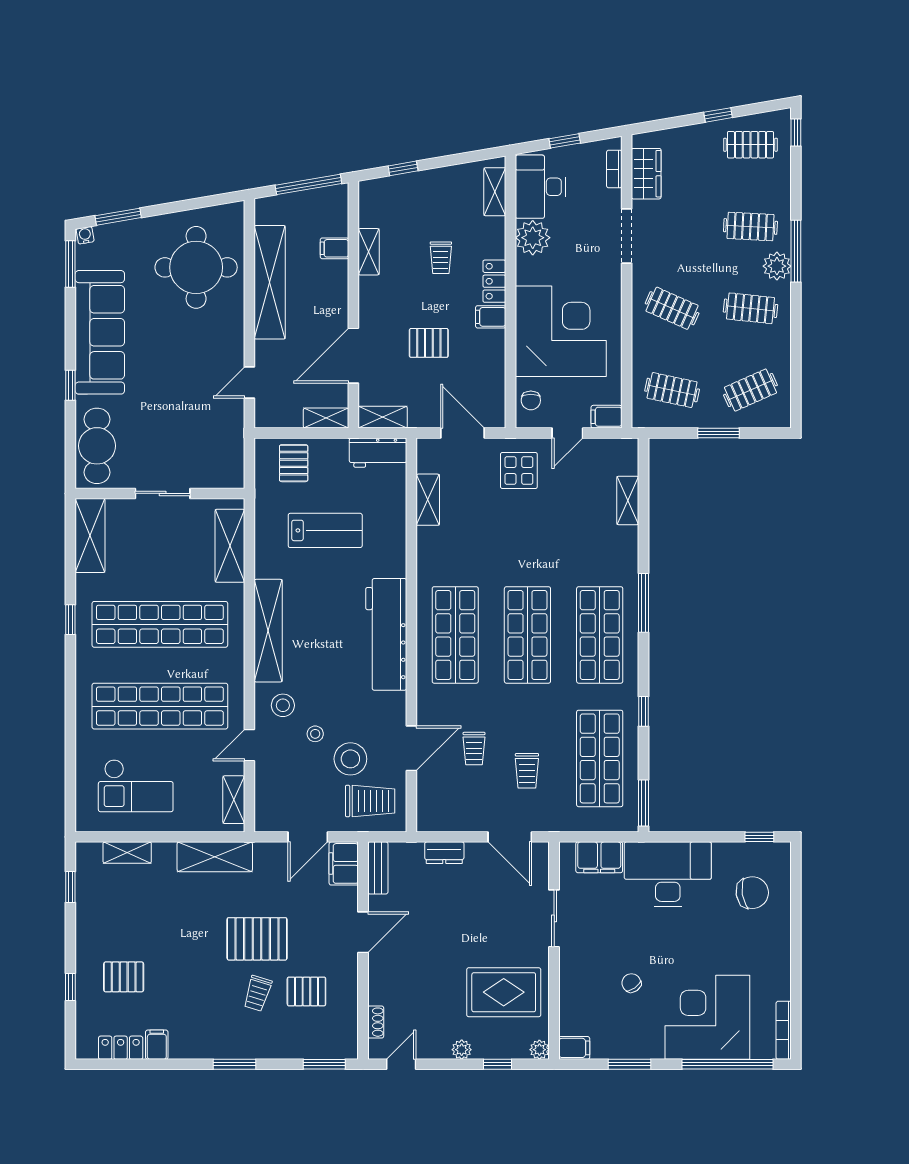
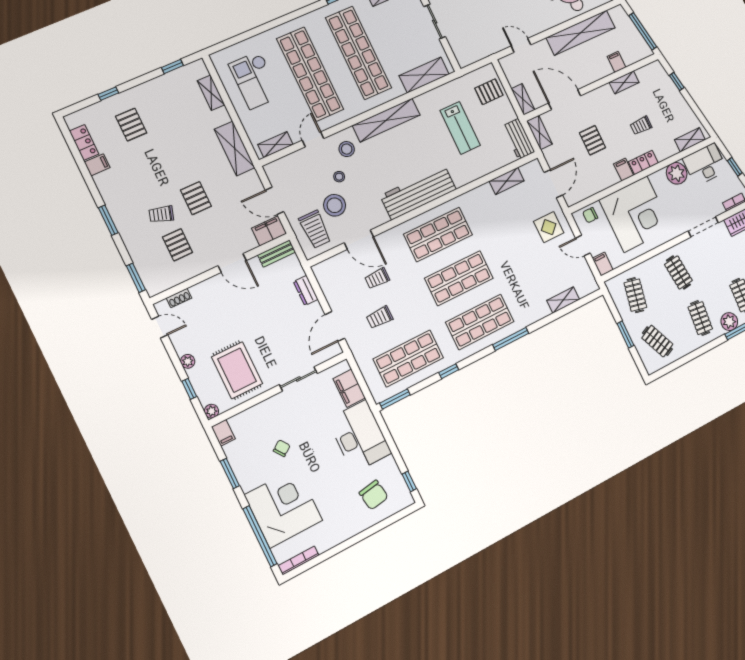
clothes rail: (672, 308) -> (678, 273), turned -30
door: (249, 745) -> (313, 139), hinge flipped
pallet: (257, 939) -> (196, 198), width x0.67, depth x0.71

